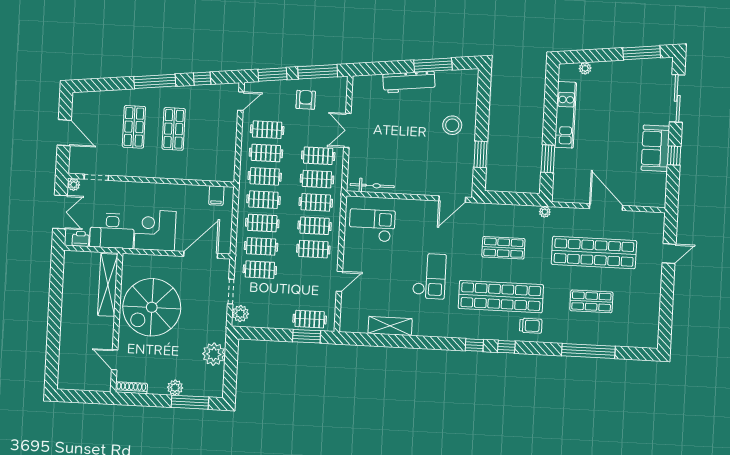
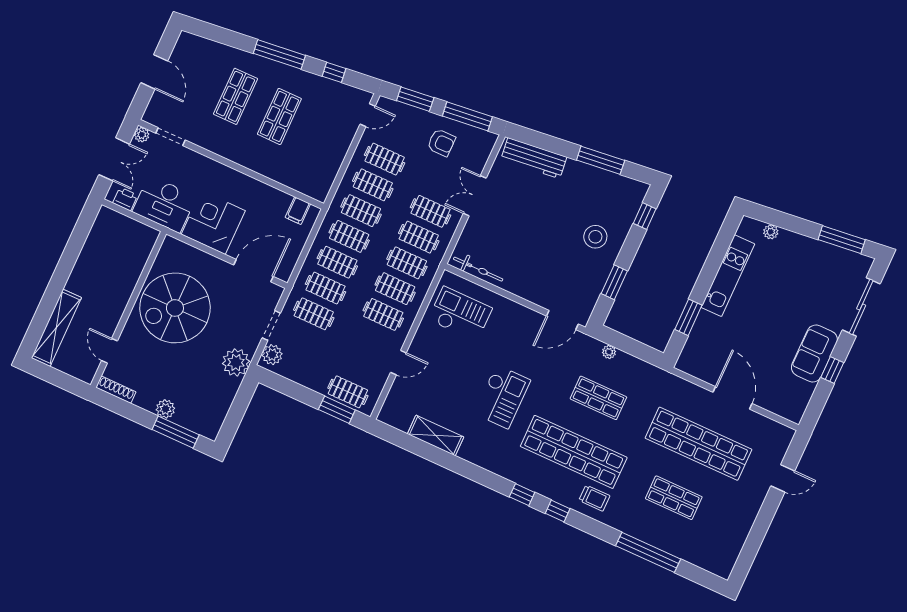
workbench: (409, 82) -> (534, 158), moved
window: (484, 94) -> (645, 216), added
armchair: (306, 100) -> (441, 143), turned 90
plant: (545, 212) -> (609, 352), moved
shelving: (108, 285) -> (56, 328), moved
plant: (214, 354) -> (236, 362), moved

